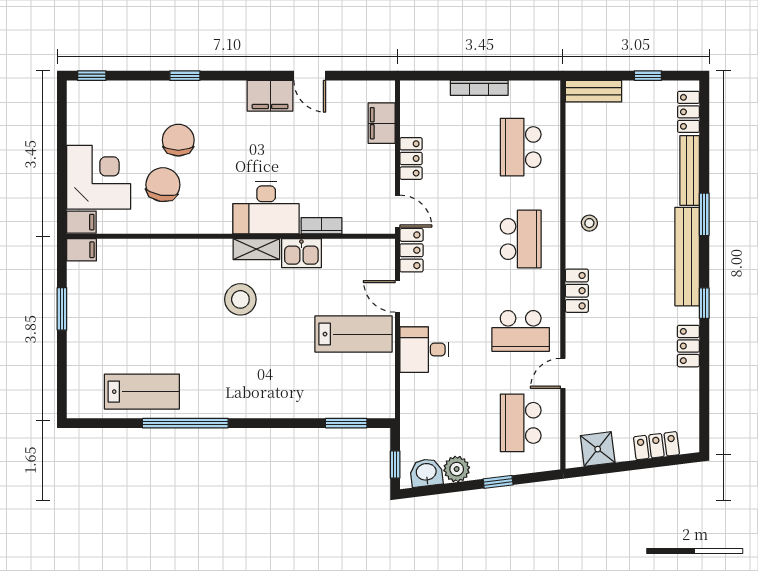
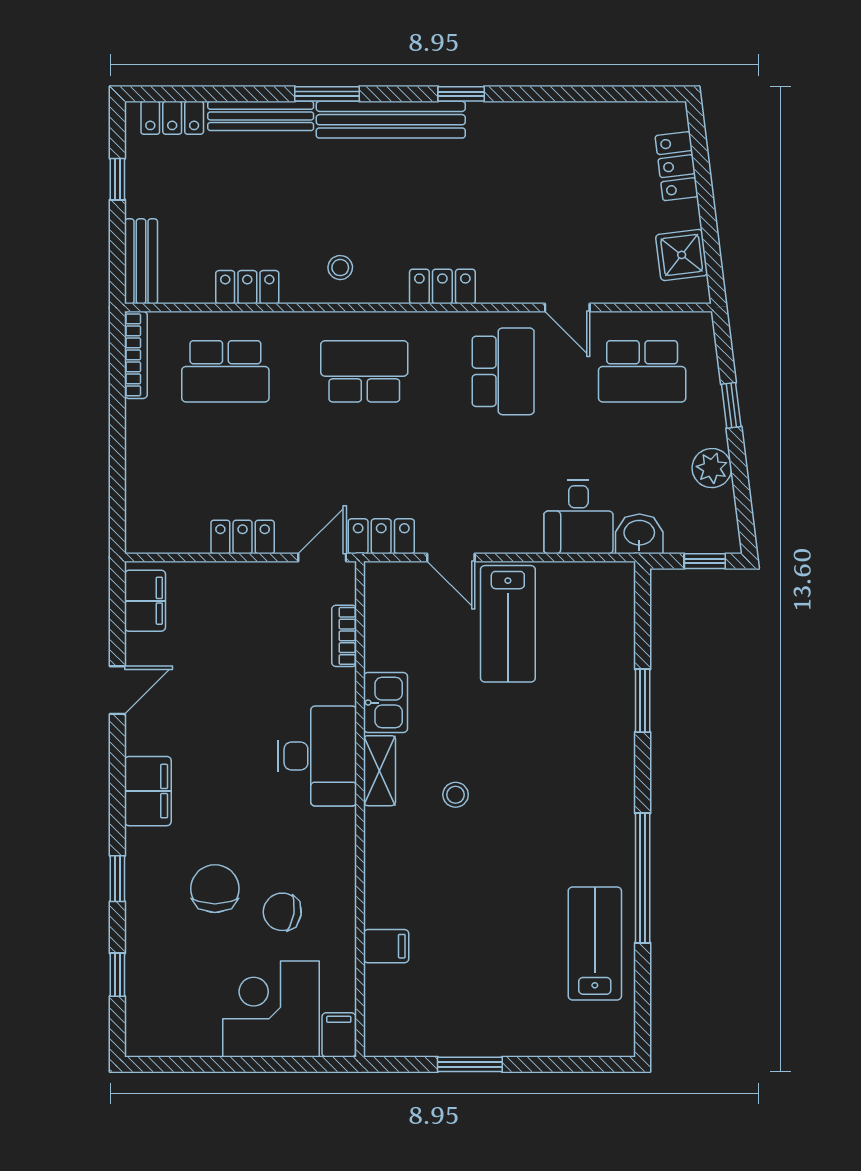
window: (92, 76) -> (117, 975), moved
bookcase: (479, 88) -> (136, 355), moved
filing cabinet: (270, 96) -> (148, 791), moved
filing cabinet: (382, 123) -> (145, 601), moved, turned -90
chair: (178, 140) -> (215, 889), turned 90
chair: (163, 185) -> (282, 912), width x0.73, depth x0.73
bookcase: (321, 226) -> (344, 636), moved
filing cabinet: (82, 250) -> (386, 946), moved, turned 90
door: (397, 296) -> (451, 557), hinge flipped
stool: (240, 299) -> (456, 795), width x0.53, depth x0.53
lab bench: (354, 334) -> (508, 624), turned 180
locker: (688, 346) -> (247, 287), moved, turned 180
desk: (424, 350) -> (578, 517), moved
window: (346, 423) -> (643, 701), moved
washbasin: (426, 473) -> (639, 534), moved, turned 97

